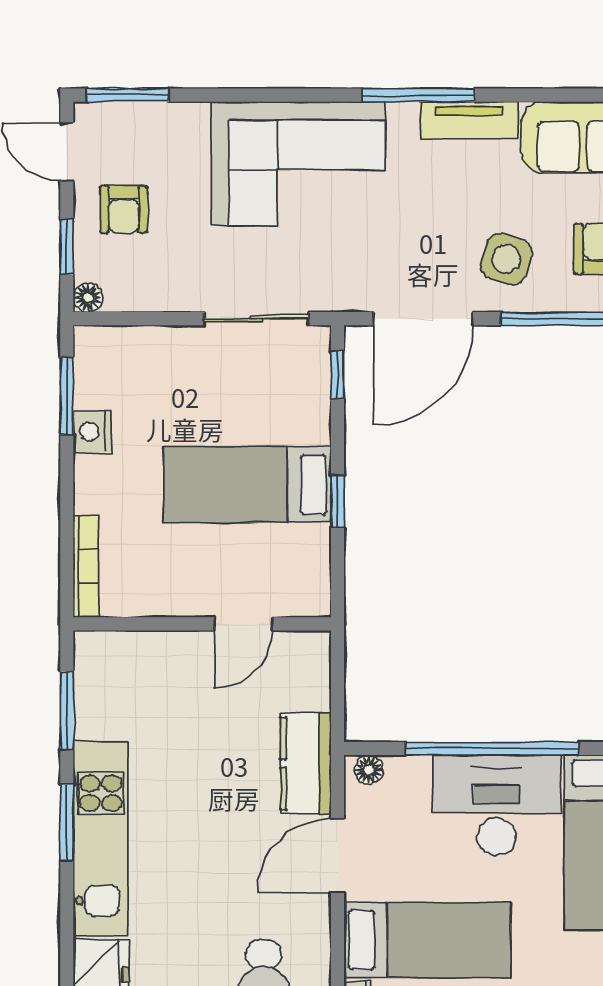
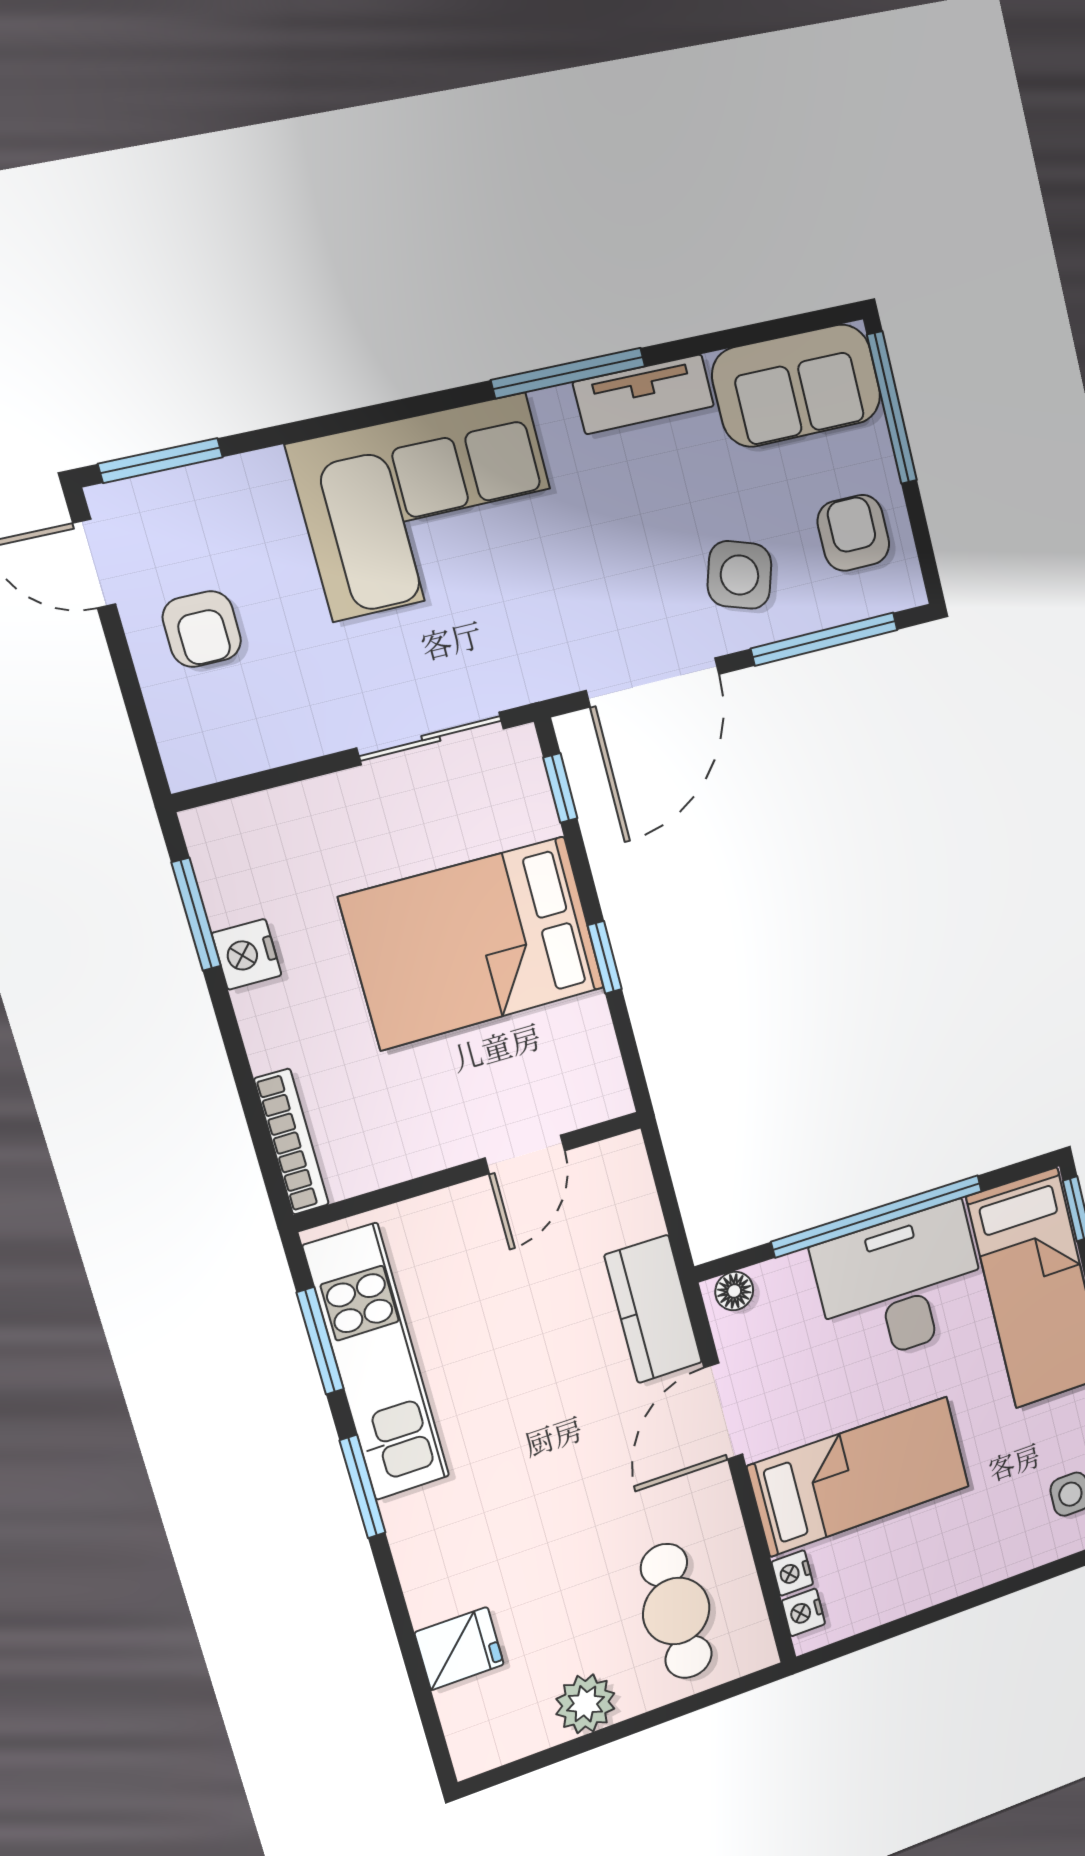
window: (67, 247) -> (134, 702), removed
floor lamp: (88, 297) -> (186, 768), removed
bed: (247, 485) -> (473, 943), width x1.50
kitchen unit: (101, 838) -> (377, 1362), moved

